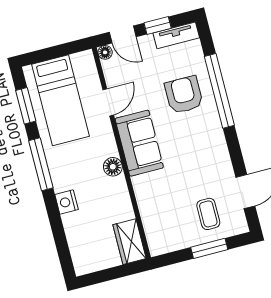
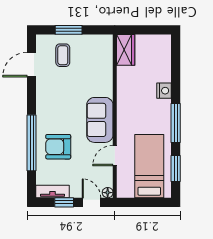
armchair: (184, 95) -> (58, 147), turned 90
floor lamp: (113, 167) -> (124, 108), removed

